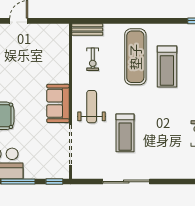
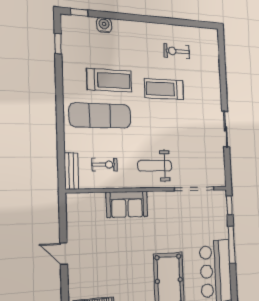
sofa: (58, 103) -> (127, 204), moved
treadmill: (125, 133) -> (164, 89), moved, turned 180
sliding door: (126, 182) -> (226, 129), width x0.73

